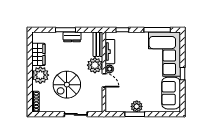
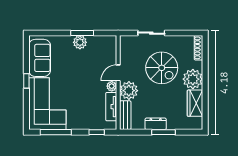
door: (104, 80) -> (118, 73), hinge flipped
spiral stairs: (67, 85) -> (162, 68), turned 90

